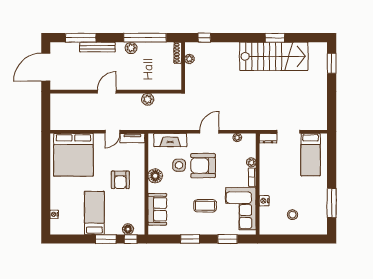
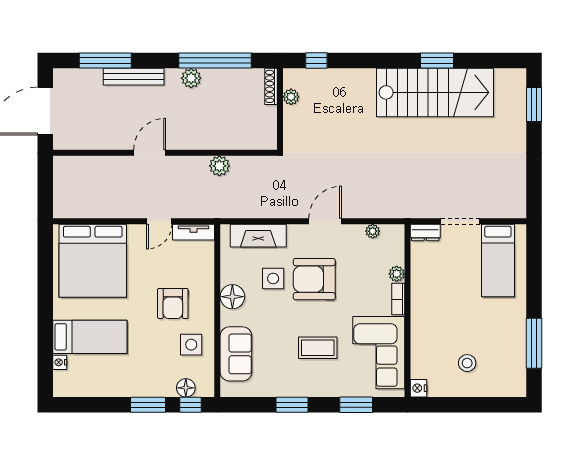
nightstand: (264, 201) -> (419, 388), moved
side table: (131, 204) -> (191, 345), added
bed: (94, 213) -> (90, 337), moved, turned 90

